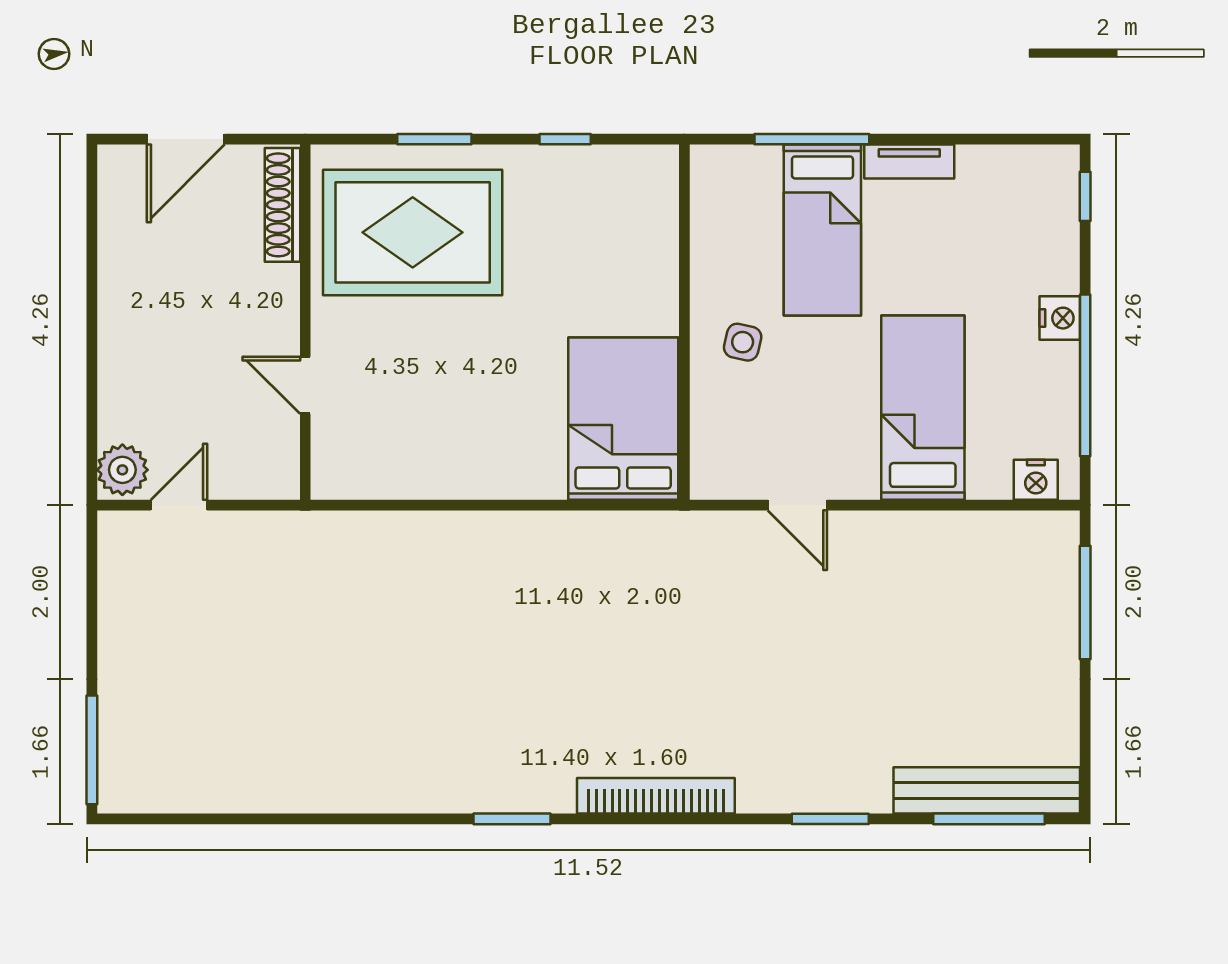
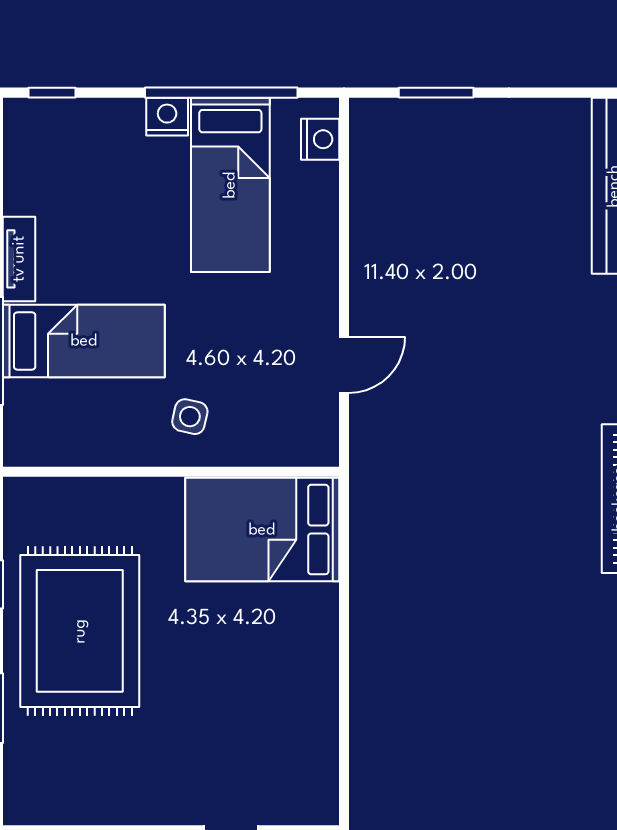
rug: (413, 232) -> (80, 631), moved
bed: (923, 408) -> (230, 185), moved, turned -90
window: (1085, 602) -> (436, 93), width x0.69

